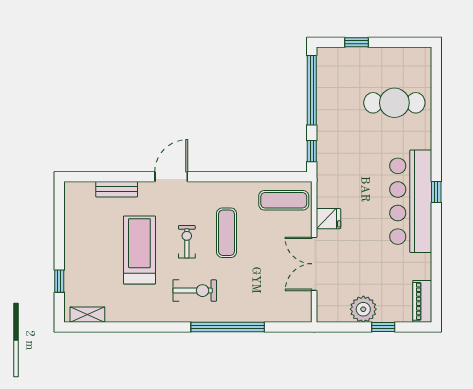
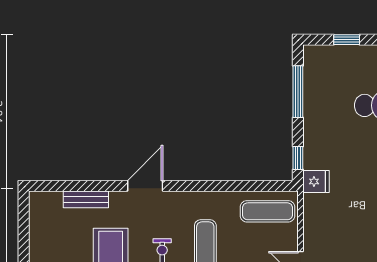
window: (312, 90) -> (298, 92), width x0.68
fridge: (328, 219) -> (316, 181), moved

